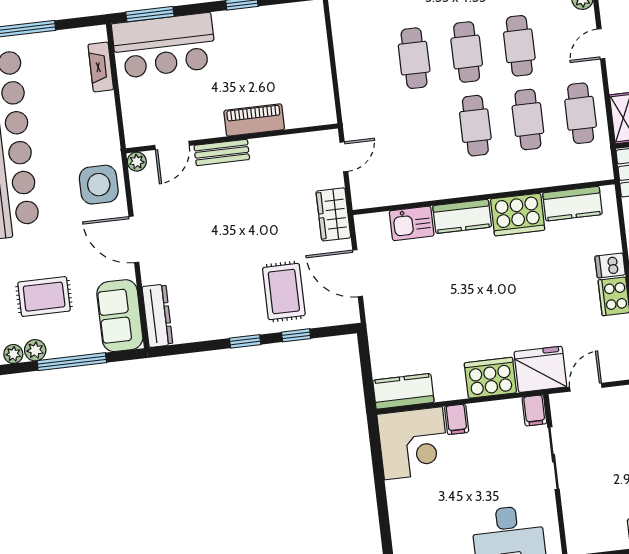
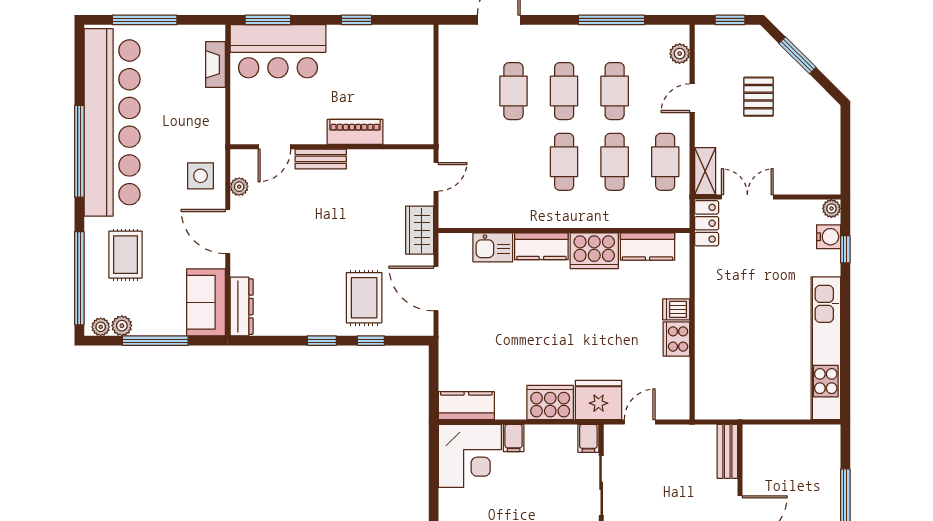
plant: (137, 162) -> (239, 187), moved
side table: (99, 185) -> (201, 176), width x0.73, depth x0.73
rug: (44, 297) -> (126, 255), moved, turned 90

